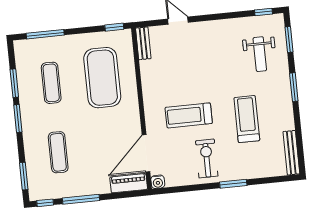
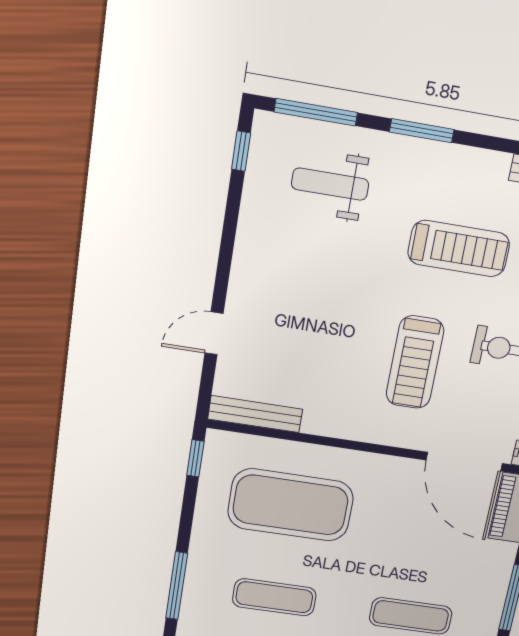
window: (289, 40) -> (316, 112), width x1.44
bench: (143, 43) -> (255, 414), width x1.36
weight bench: (260, 54) -> (330, 184), turned 180
treadmill: (247, 119) -> (459, 249), turned 180

